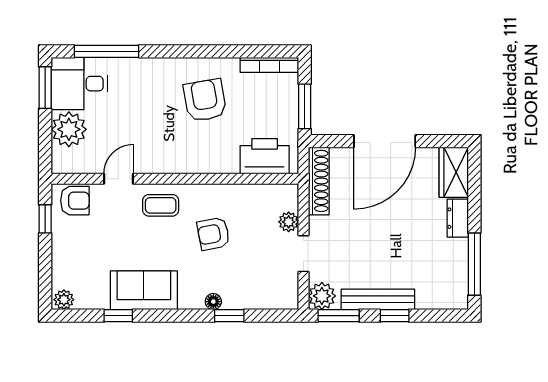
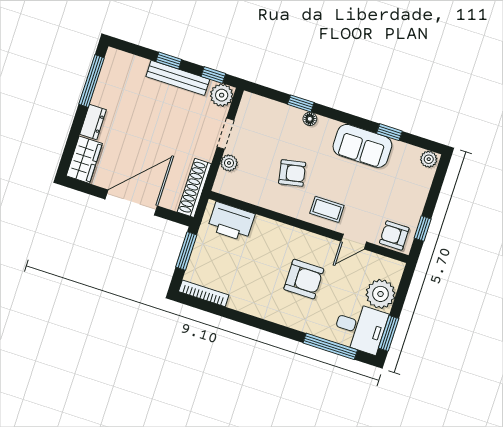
armchair: (205, 100) -> (304, 279), moved, turned -80
window: (339, 316) -> (213, 75), width x0.67

